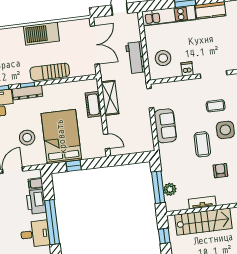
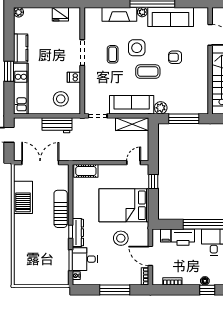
barbecue: (41, 34) -> (23, 197), moved
sun lounger: (50, 72) -> (61, 209), turned 180
shelving: (110, 98) -> (132, 124), moved
cot: (93, 104) -> (86, 171), moved
sofa: (165, 126) -> (132, 105), width x1.36
window: (74, 166) -> (153, 181), moved
plant: (170, 189) -> (161, 108), moved
tv unit: (202, 203) -> (203, 78), removed

